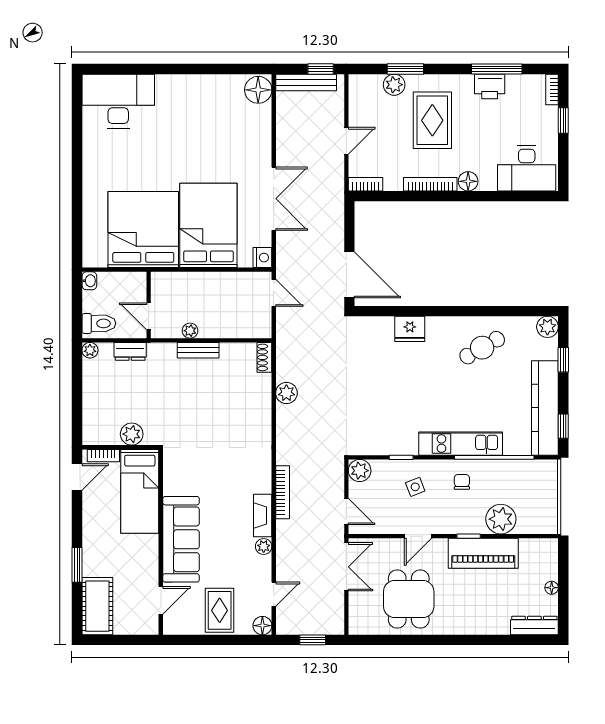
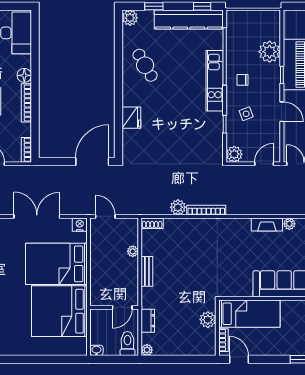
door: (274, 293) -> (105, 216), hinge flipped
plant: (190, 331) -> (133, 251), moved
bookcase: (283, 492) -> (206, 210), moved

